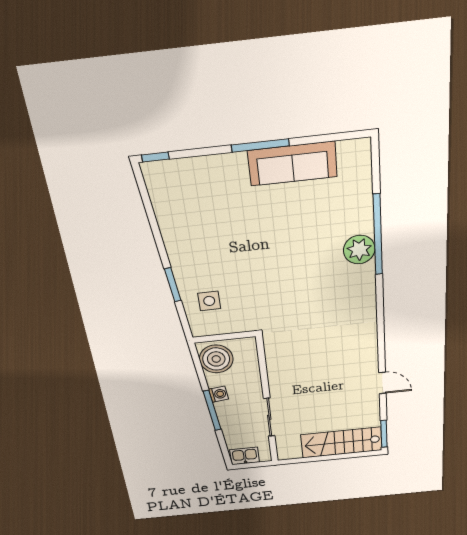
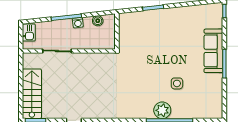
sofa: (292, 164) -> (213, 51), moved
side table: (209, 301) -> (177, 83), moved
boiler: (216, 359) -> (98, 21), width x0.54, depth x0.54

